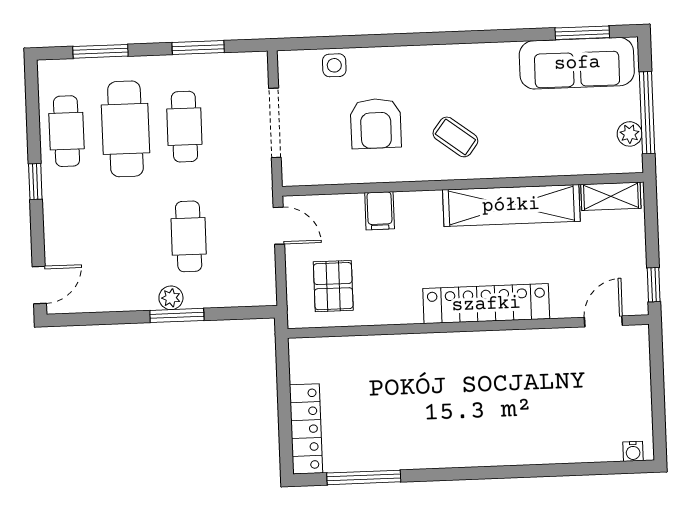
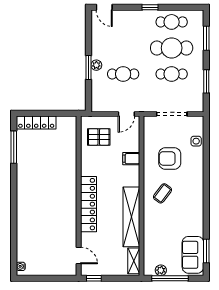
sofa: (577, 63) -> (193, 255), width x0.73

